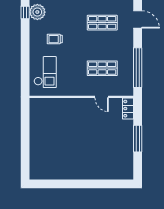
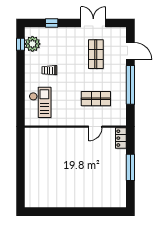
shop shelf: (102, 23) -> (96, 54), turned 90
window: (138, 68) -> (130, 85), moved
door: (102, 97) -> (95, 127), hinge flipped

